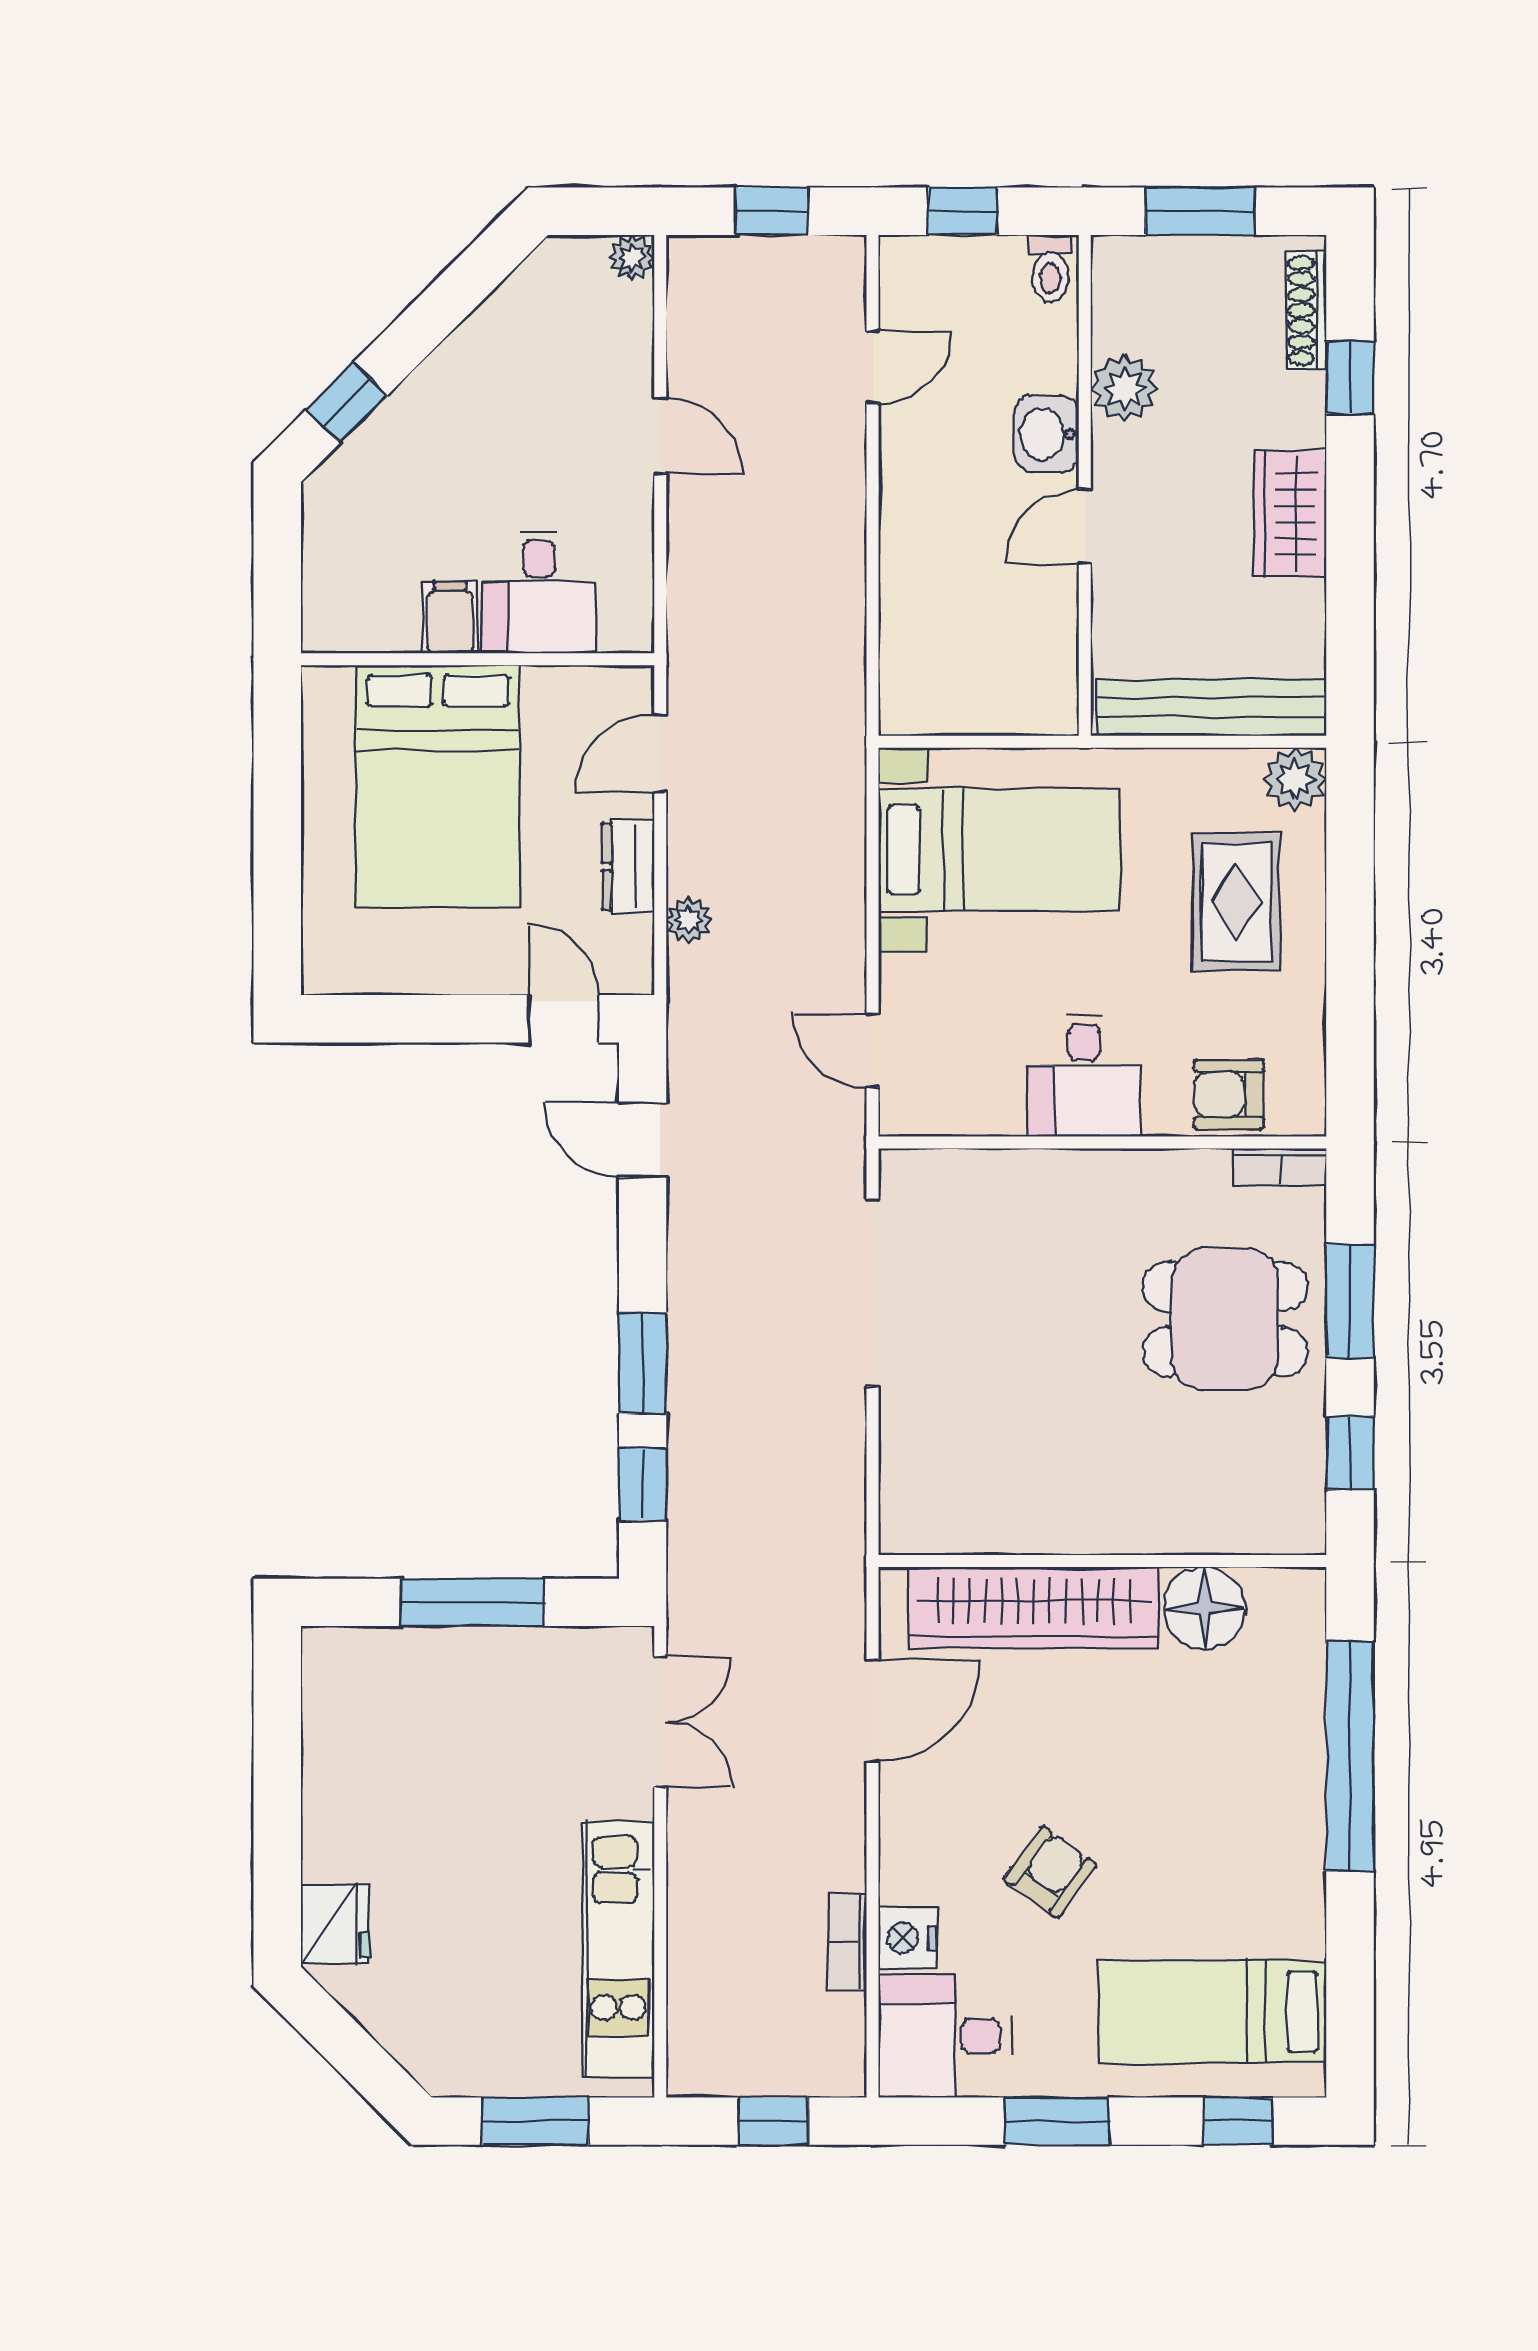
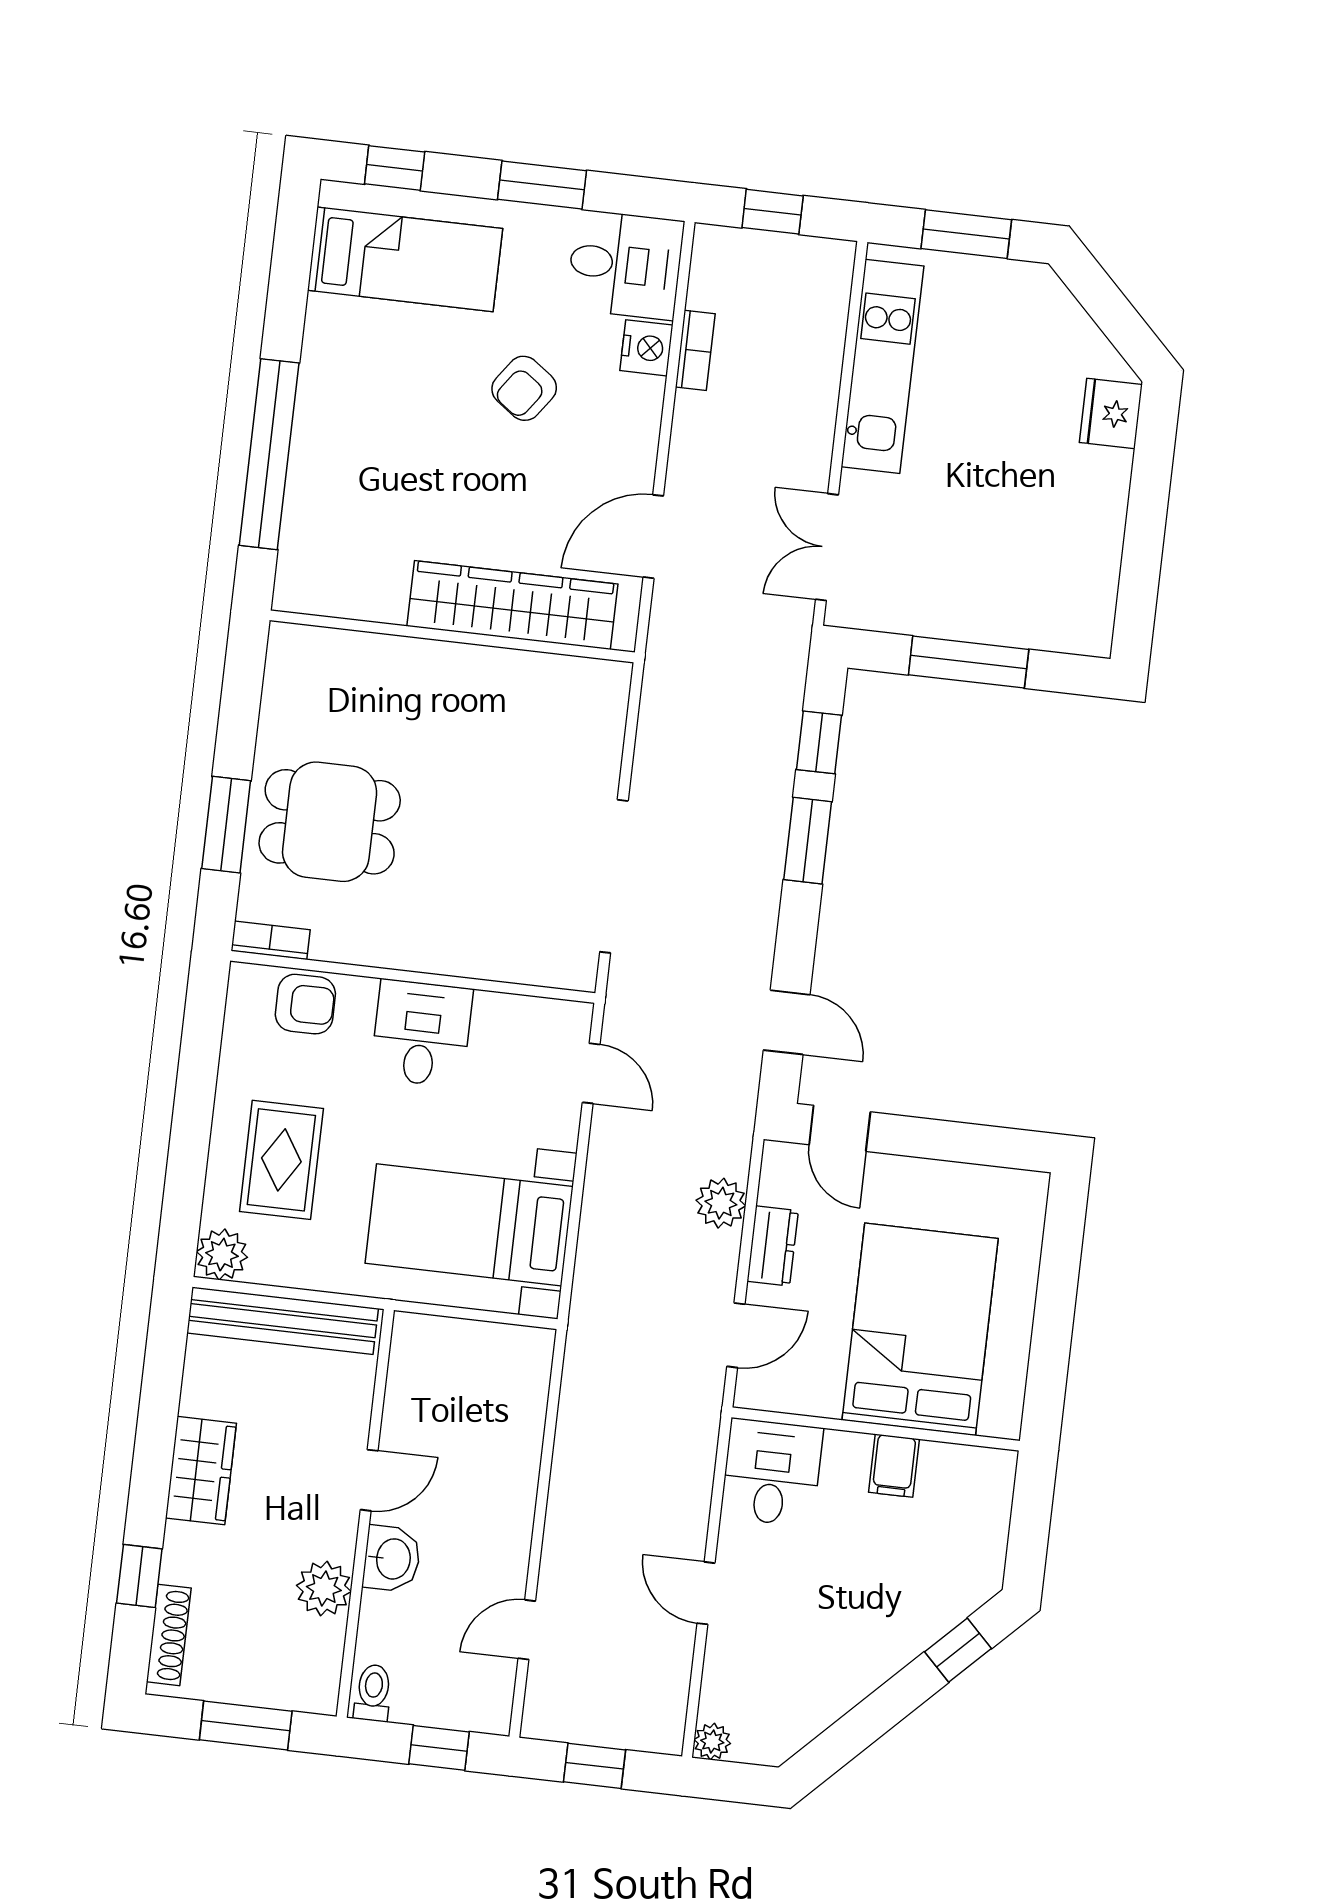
desk: (539, 592) -> (772, 1472), moved
plant: (689, 920) -> (721, 1203), width x1.38, depth x1.38
window: (1350, 1453) -> (241, 701), removed
floor lamp: (1205, 1608) -> (374, 588), removed

